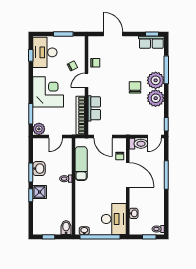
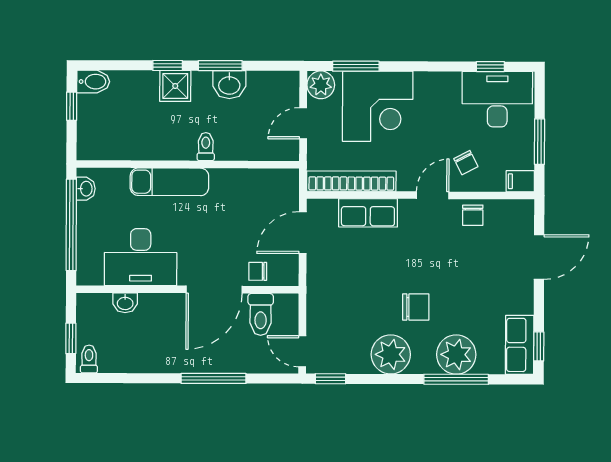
filing cabinet: (80, 42) -> (520, 181), added
door: (87, 80) -> (433, 195), hinge flipped
plant: (156, 80) -> (456, 355), moved
corner desk: (48, 92) -> (378, 106), moved
door: (56, 137) -> (303, 123), hinge flipped
toilet: (139, 144) -> (261, 314), moved
exam couch: (81, 164) -> (169, 182), moved
desk: (114, 219) -> (141, 257), moved
bidet: (66, 228) -> (93, 82), moved

